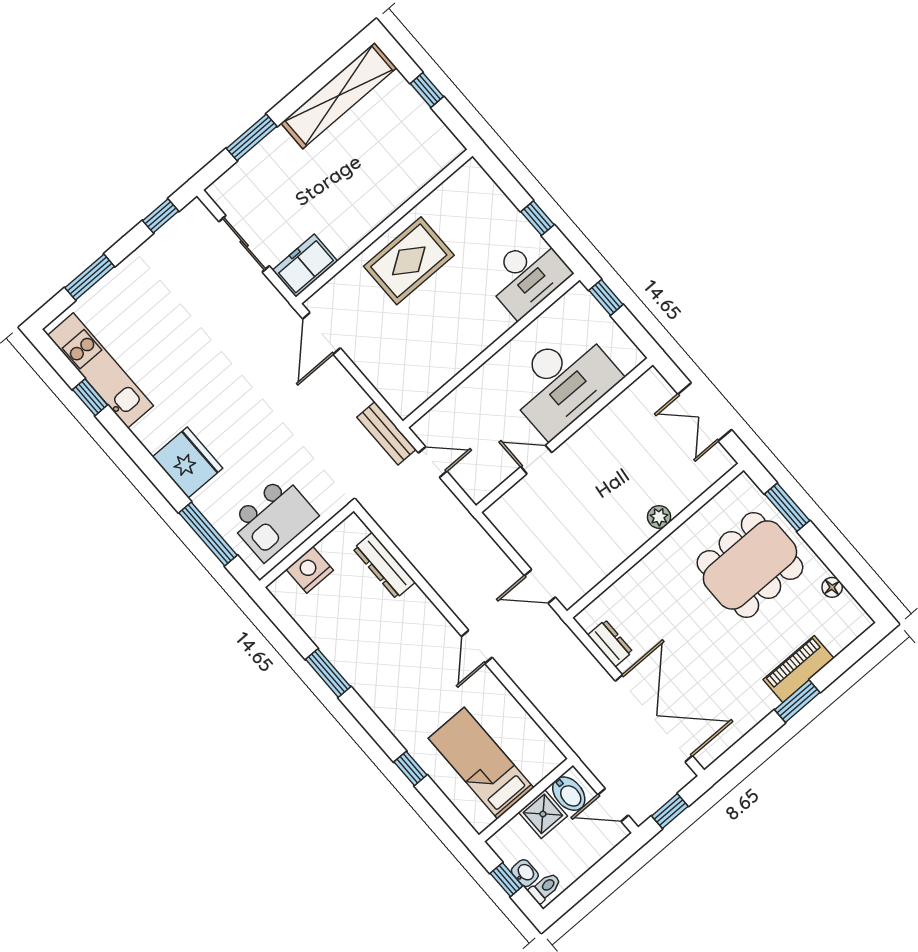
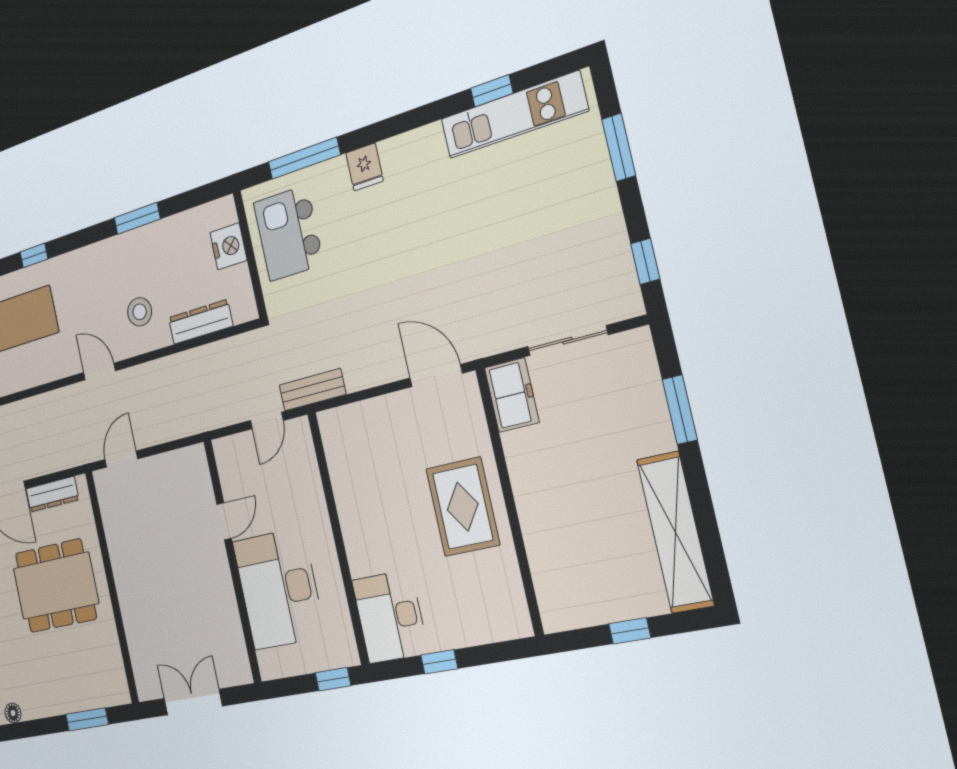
fridge: (188, 463) -> (365, 167), width x0.53, depth x0.75
plant: (659, 517) -> (129, 603), removed
dining table: (750, 565) -> (56, 586), moved, turned 90
stool: (405, 631) -> (140, 312), added
dresser: (610, 643) -> (52, 494), width x1.44

